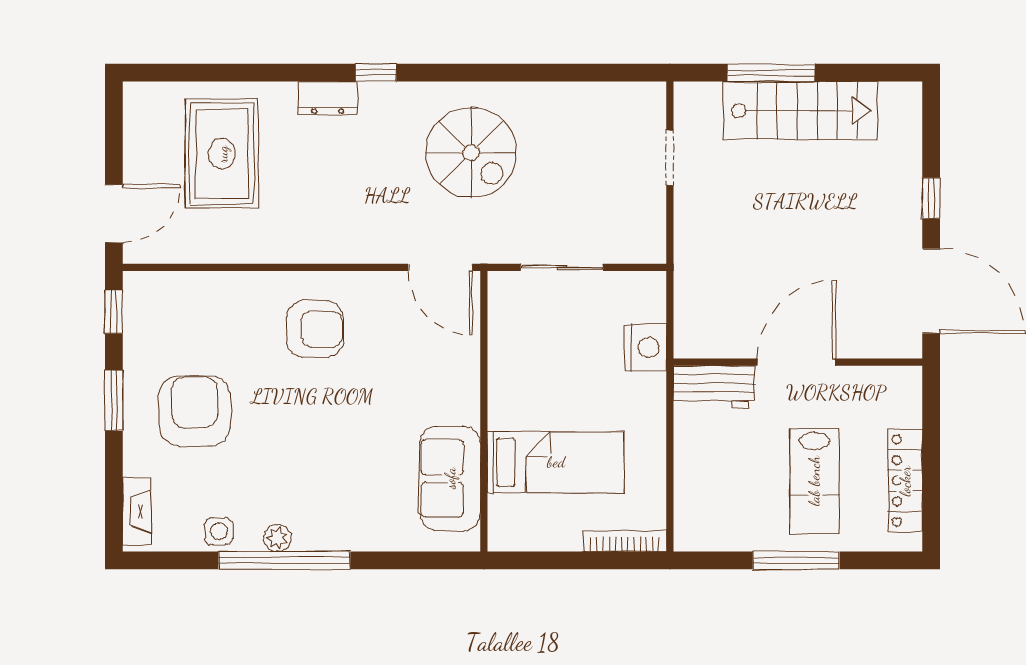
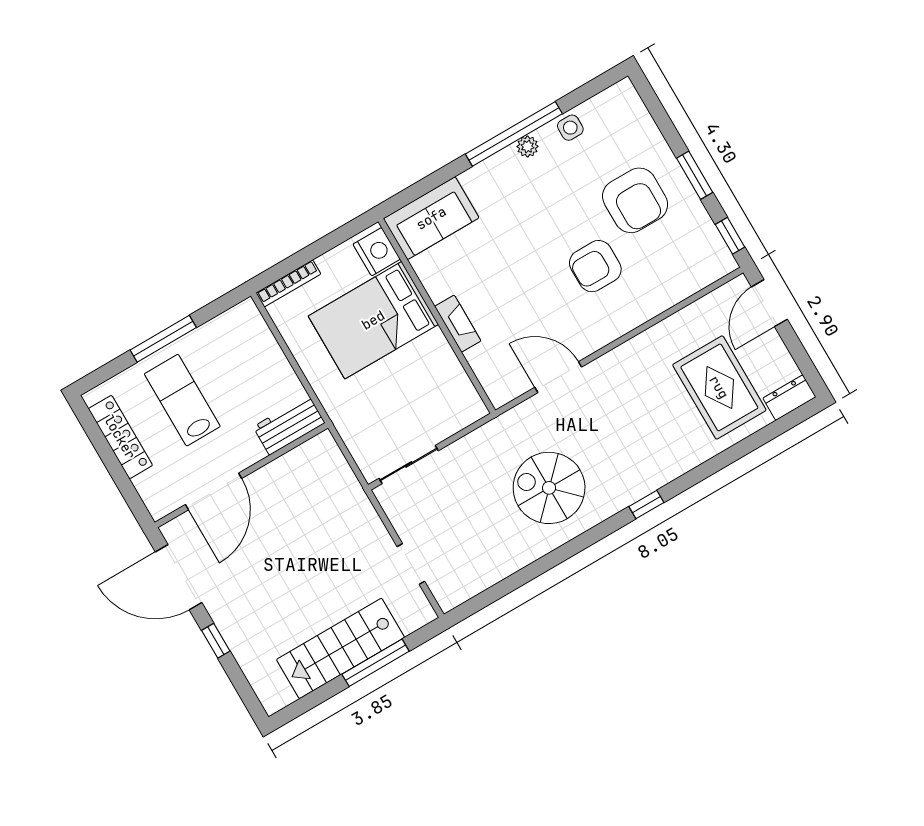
dresser: (328, 98) -> (789, 398), moved
door: (440, 267) -> (558, 377), moved
sliding door: (562, 267) -> (409, 464), moved
armchair: (315, 329) -> (595, 266), moved
nightstand: (645, 348) -> (377, 252), moved, turned 180
door: (797, 362) -> (213, 492), moved
bed: (556, 462) -> (373, 320), width x1.50
sofa: (450, 478) -> (431, 218), moved, turned 90
fireplace: (137, 511) -> (458, 324), moved, turned 180

